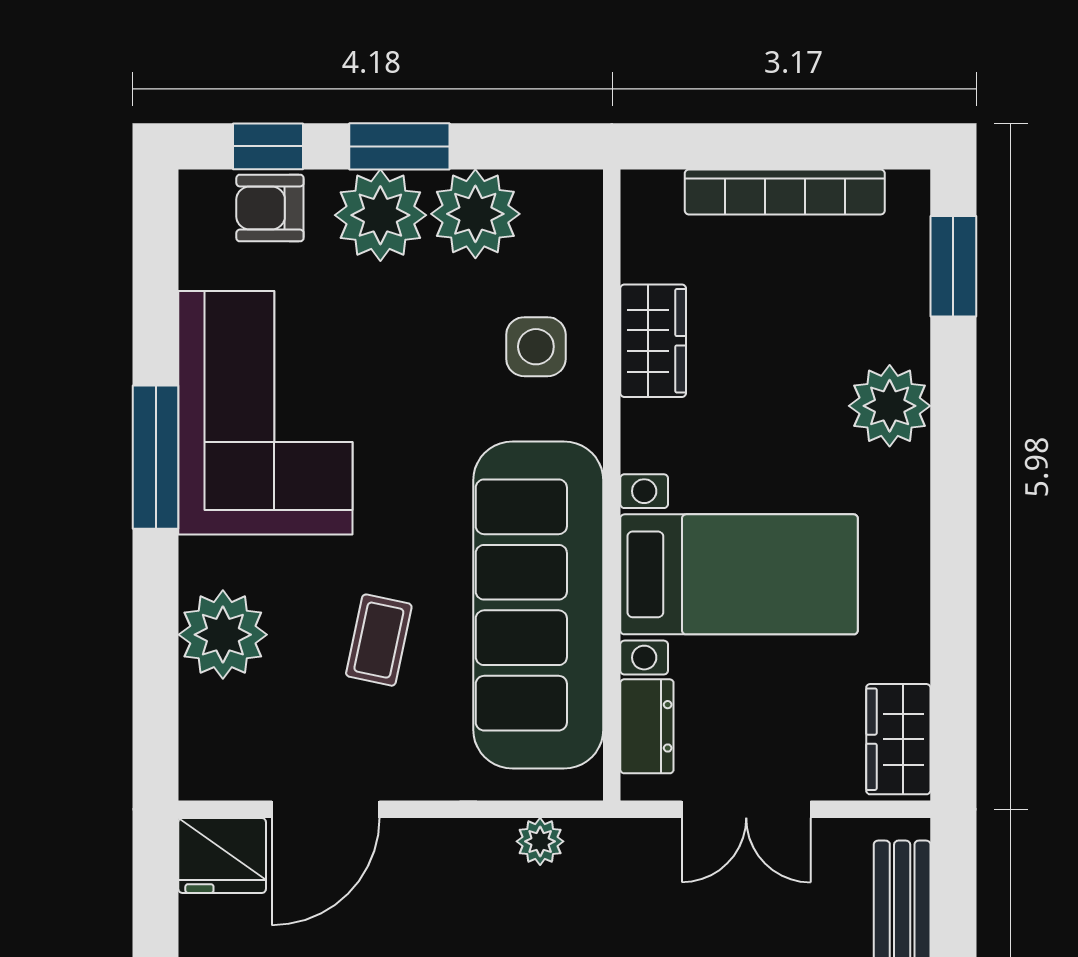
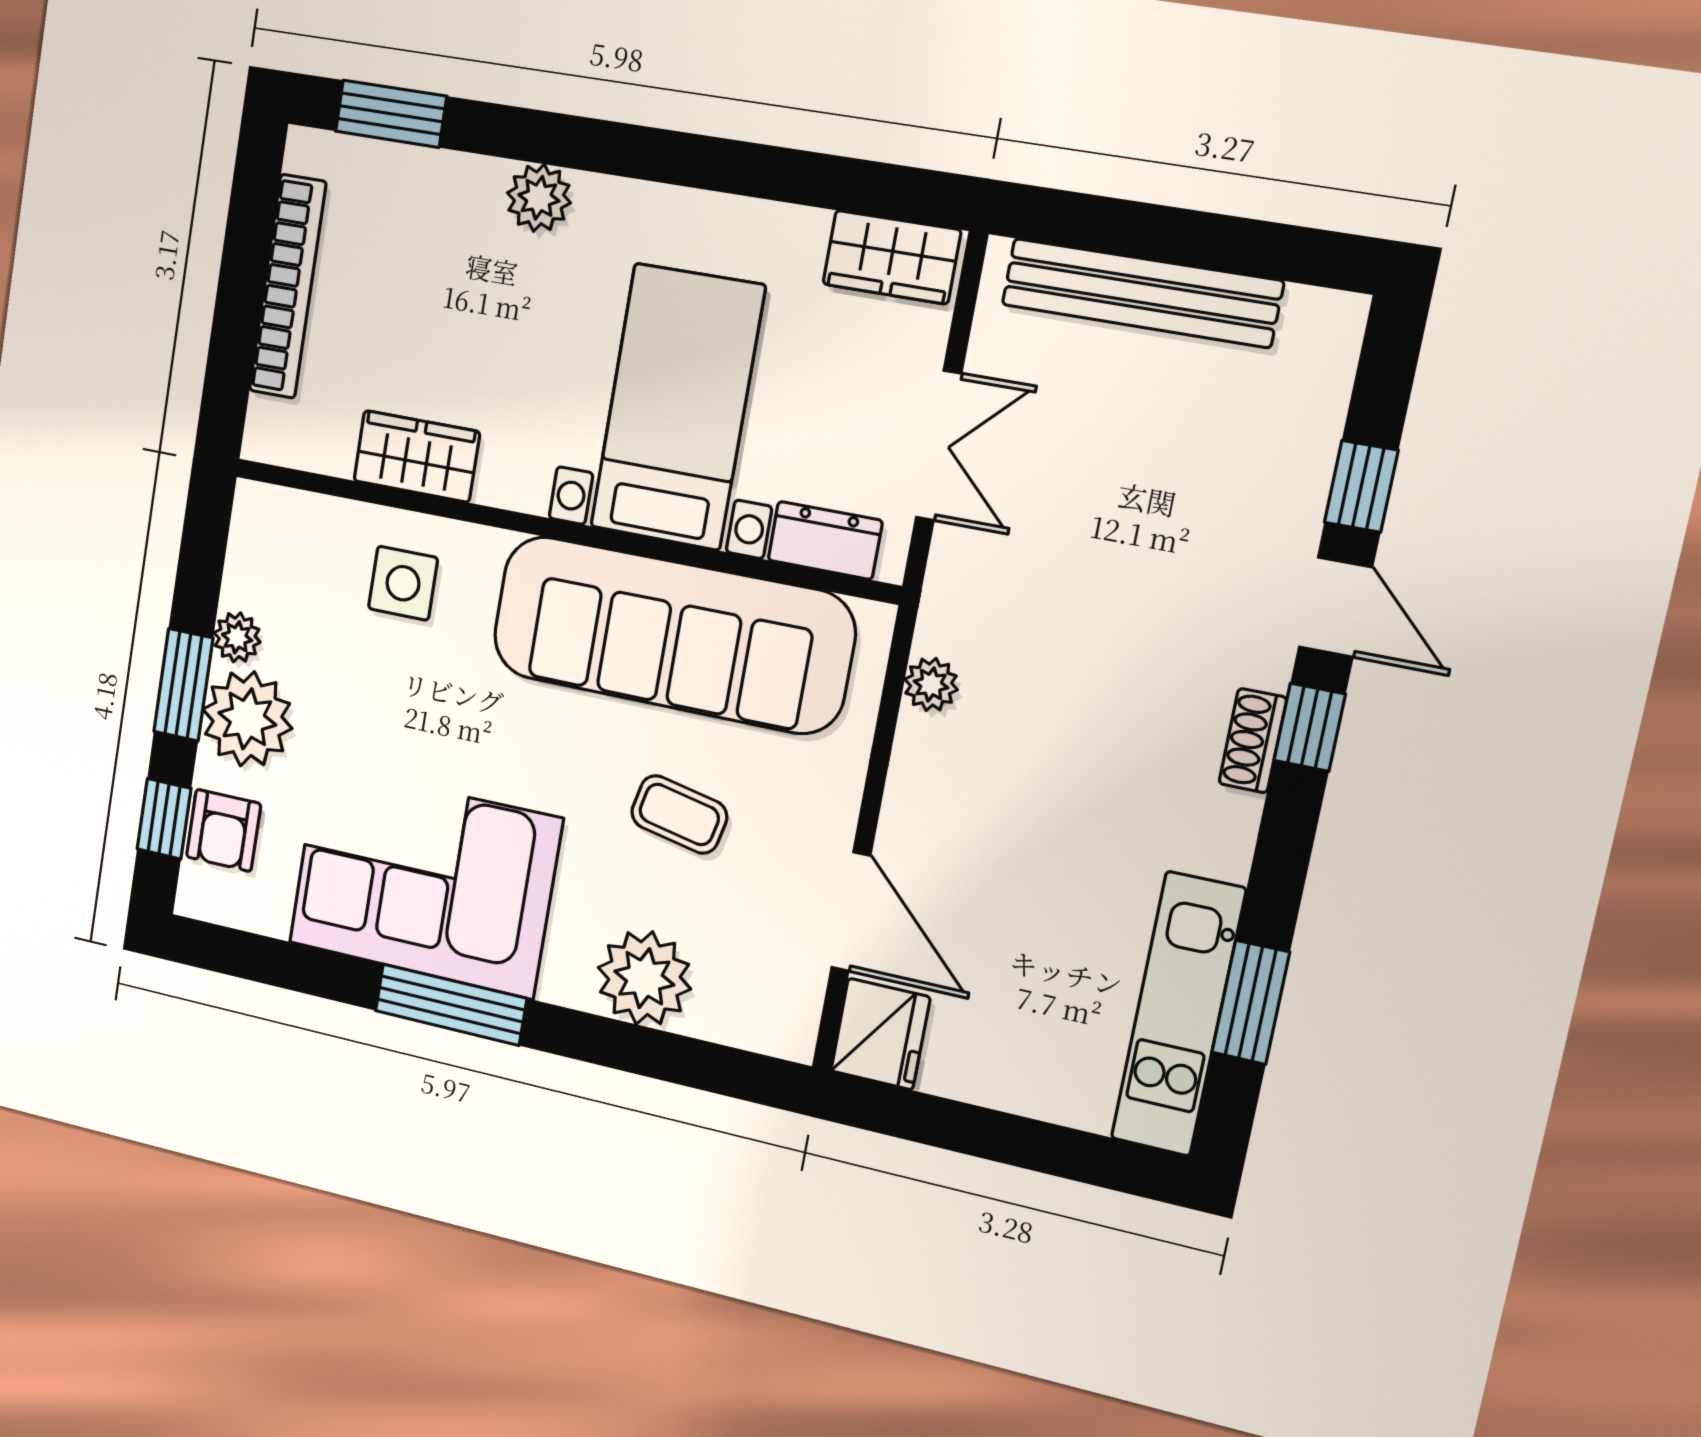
plant: (475, 214) -> (237, 637), width x0.53, depth x0.53
plant: (890, 406) -> (539, 198), width x0.73, depth x0.73

